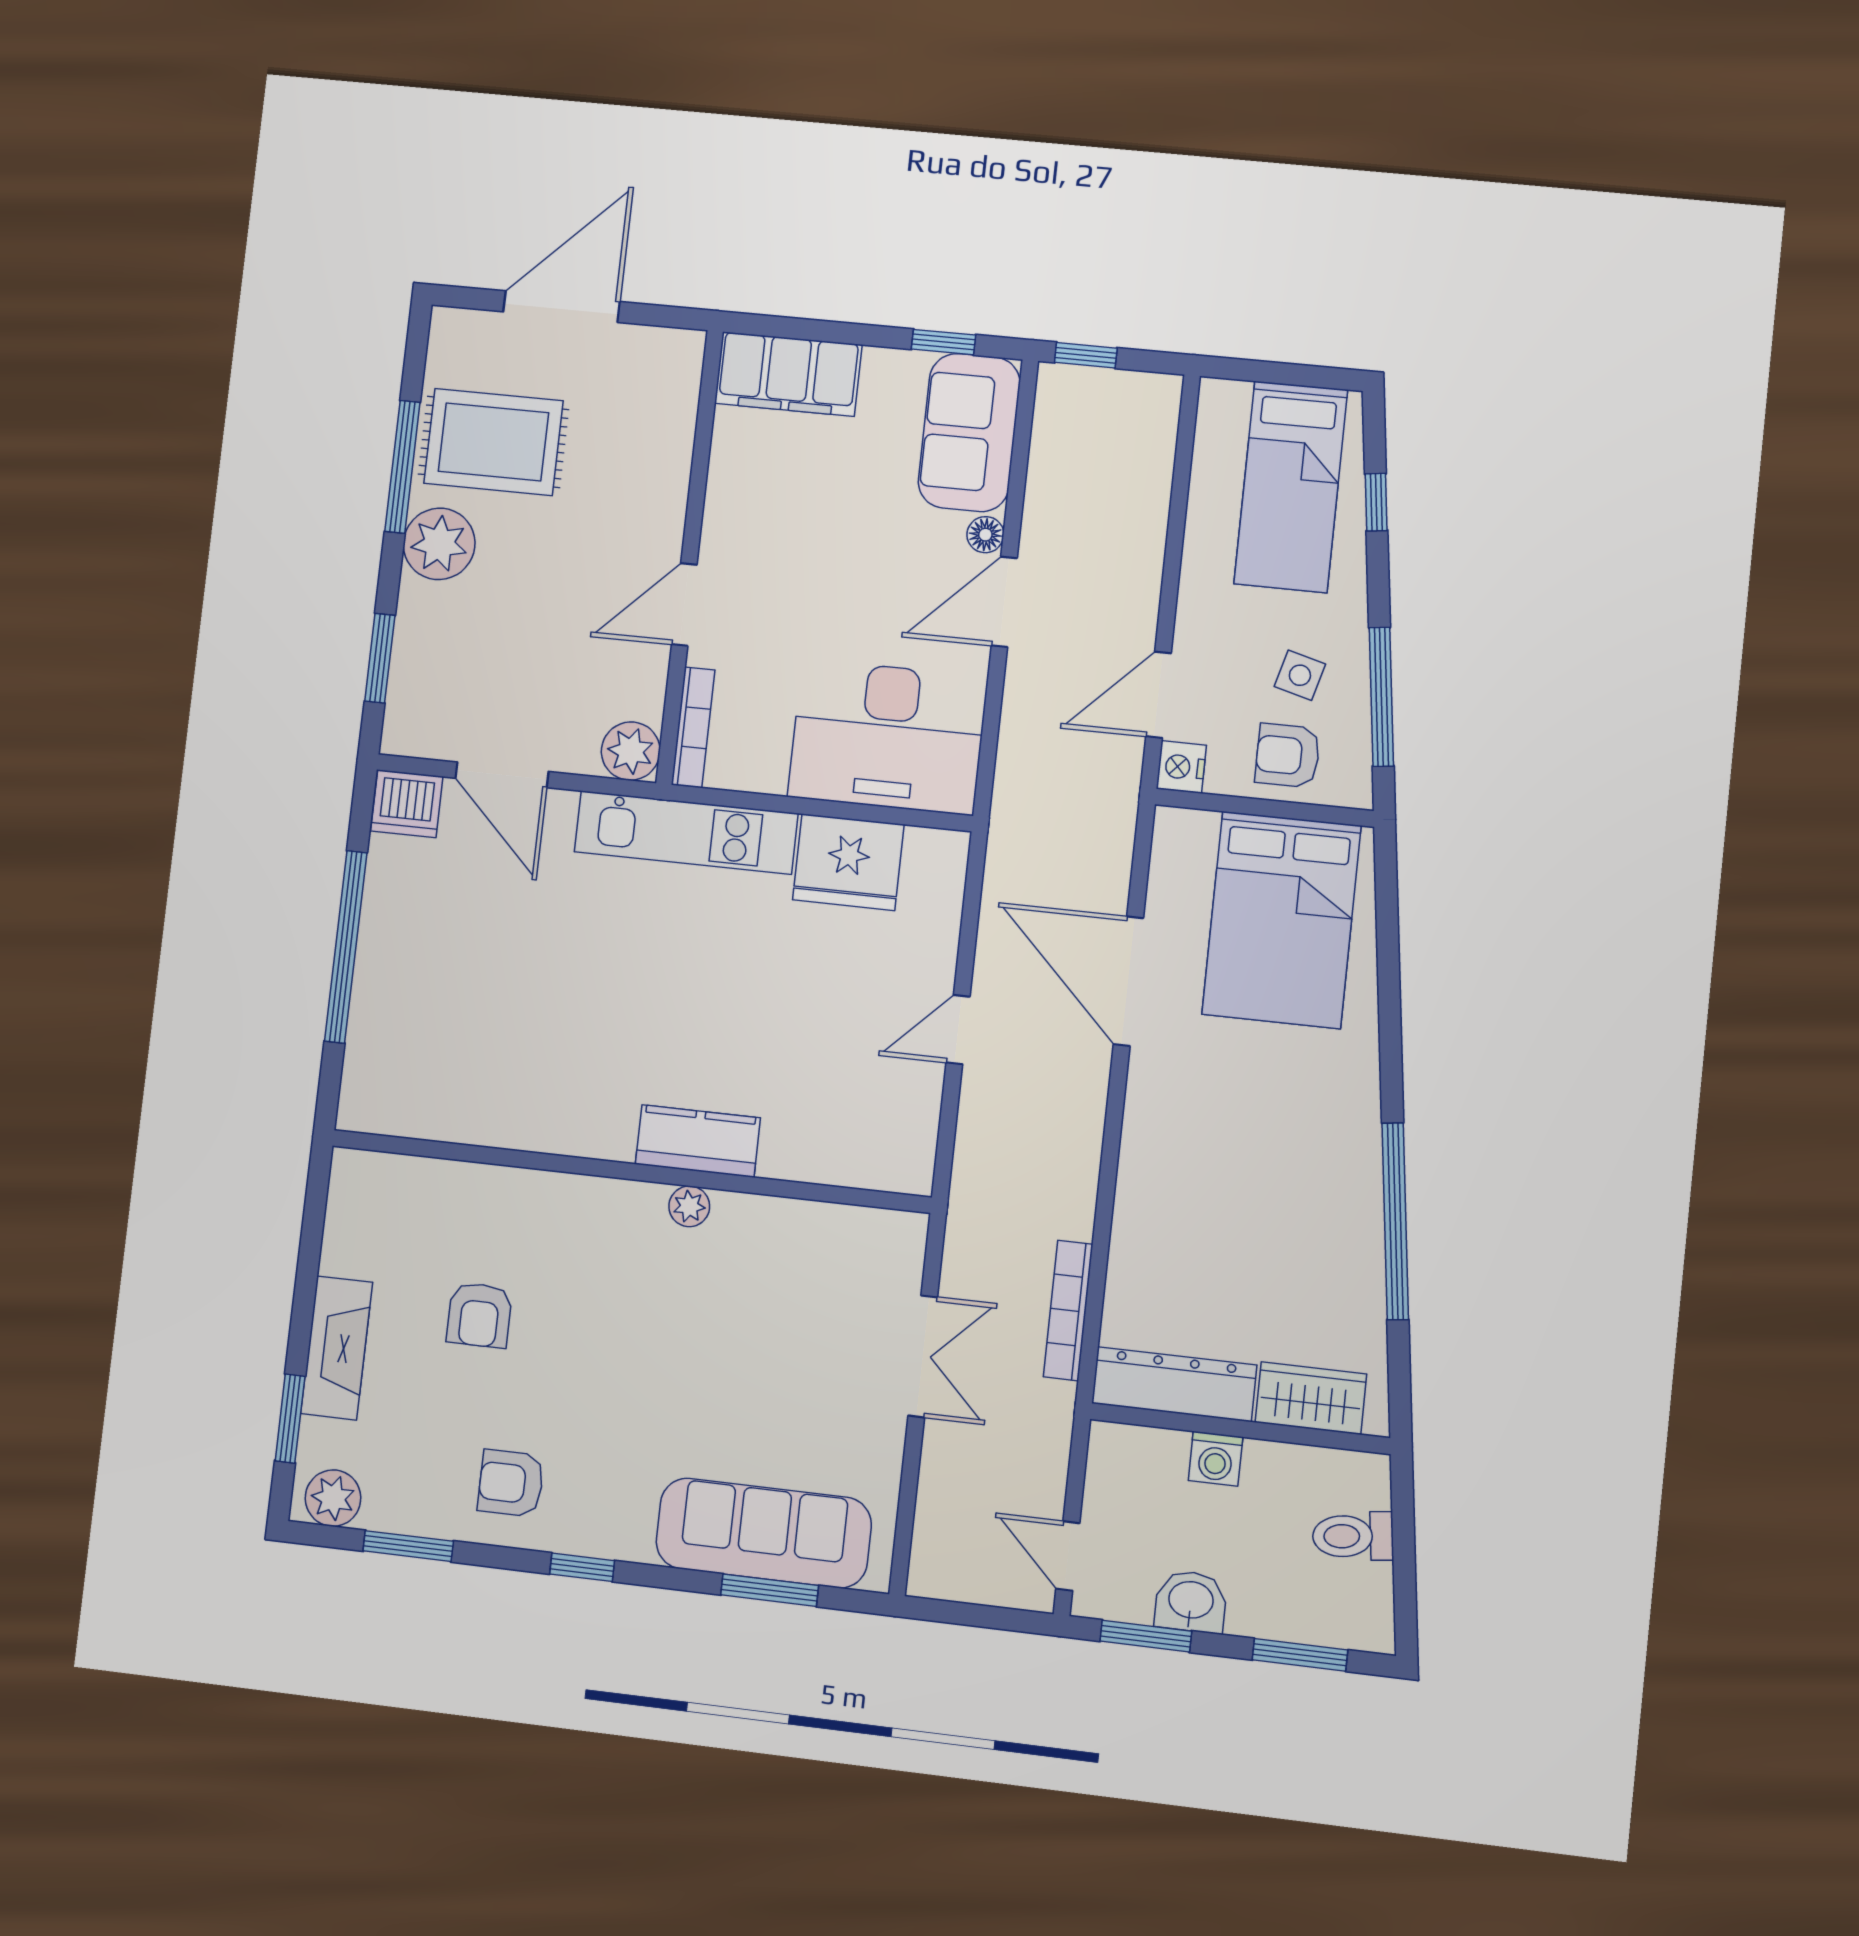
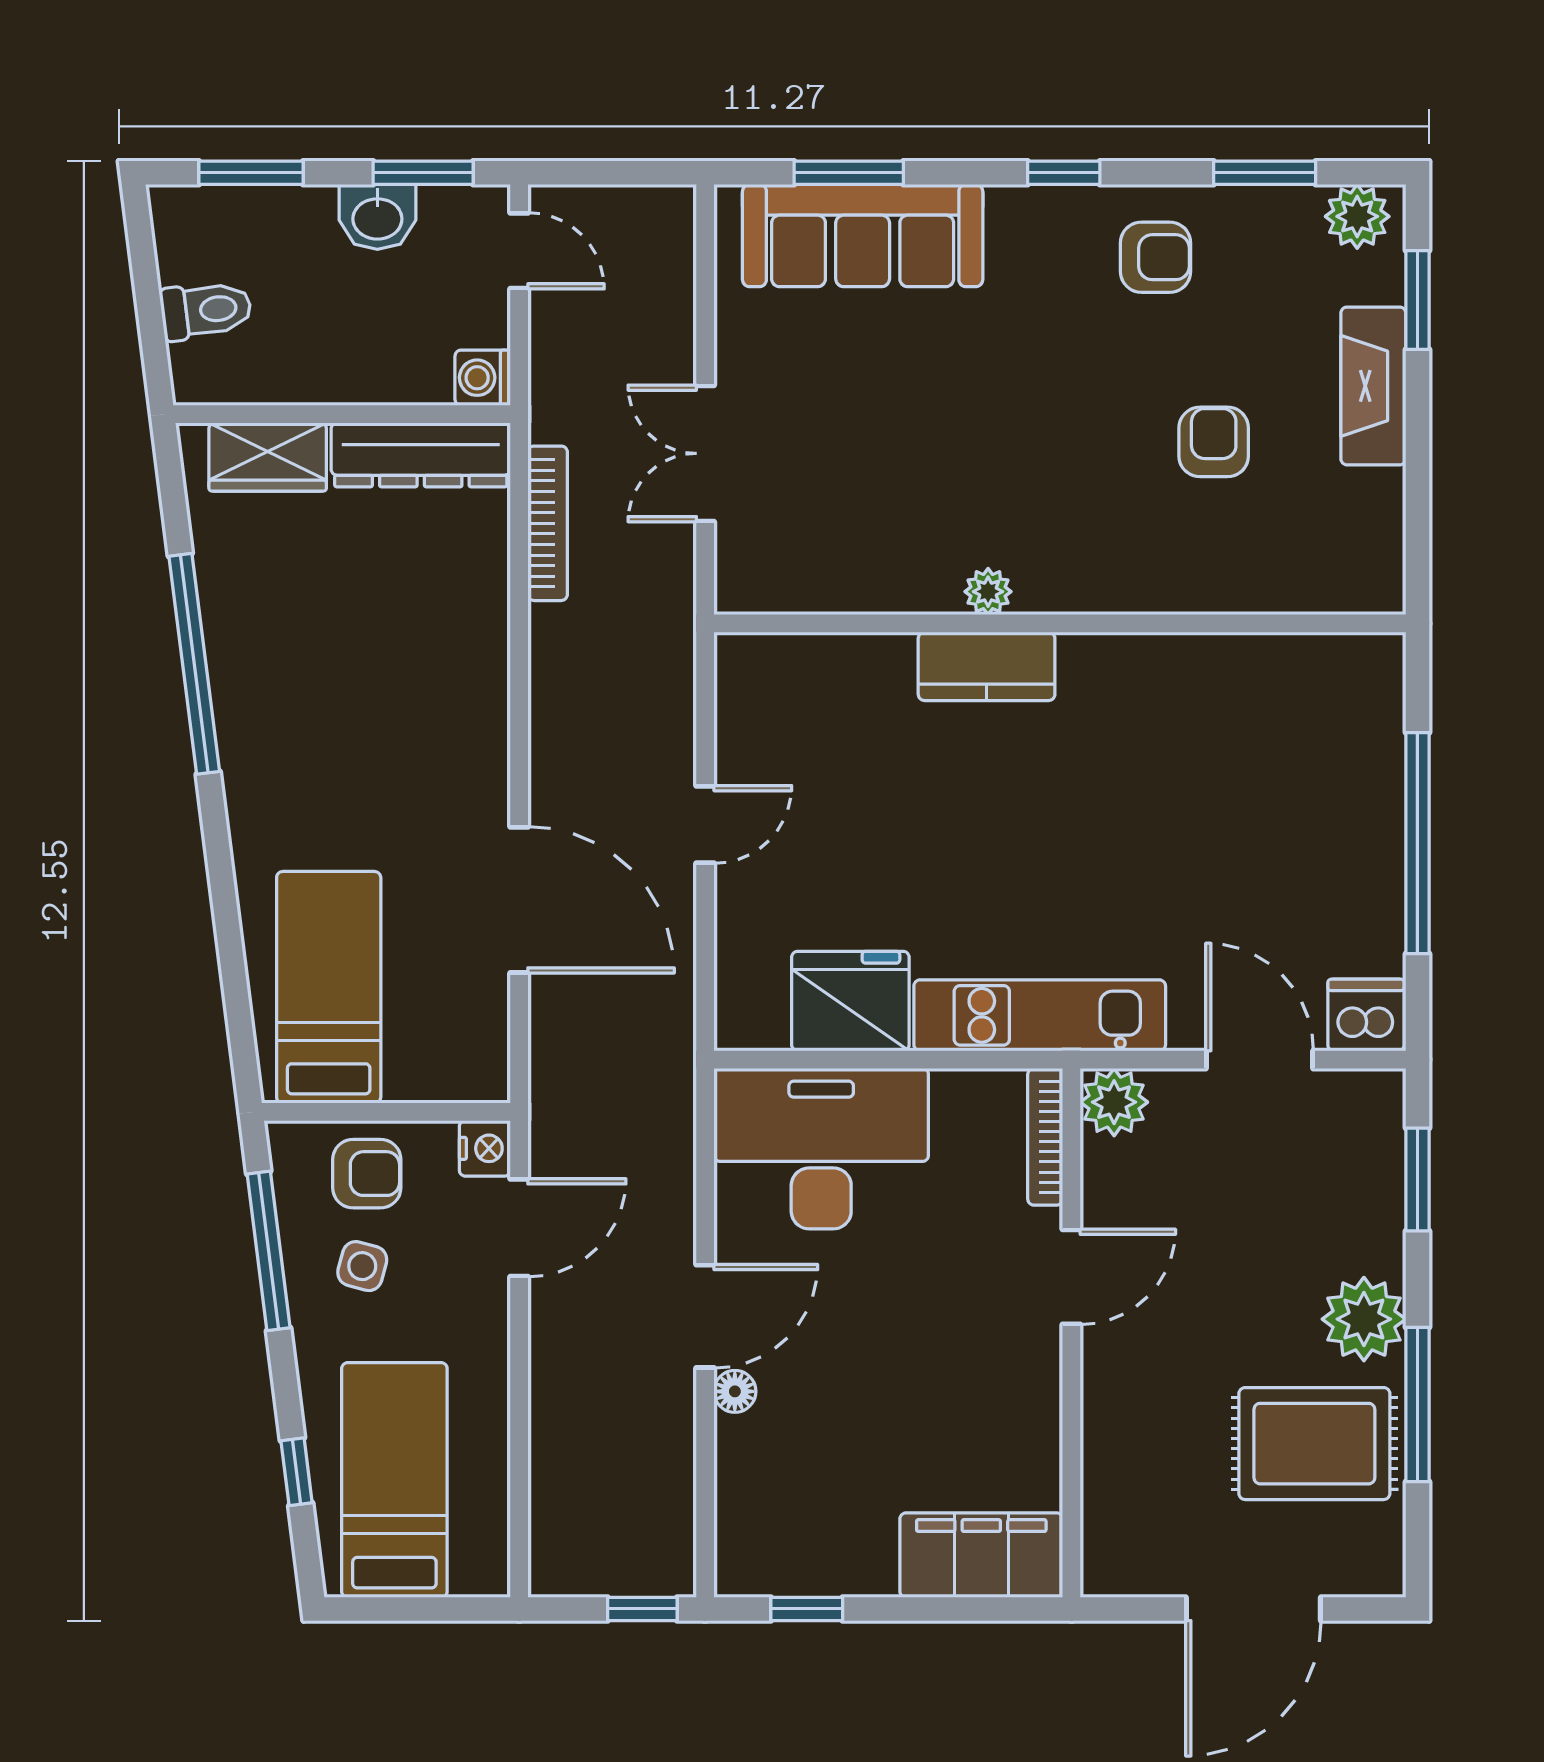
sofa: (969, 433) -> (766, 1507), removed
bed: (1281, 920) -> (329, 987), width x0.67
washing machine: (1216, 1459) -> (483, 378), moved, turned -90

